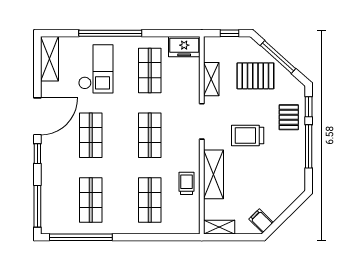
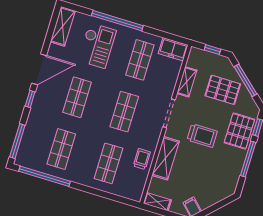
pallet: (289, 117) -> (239, 131), width x1.50, depth x1.42
trolley: (248, 135) -> (202, 136), turned 180

